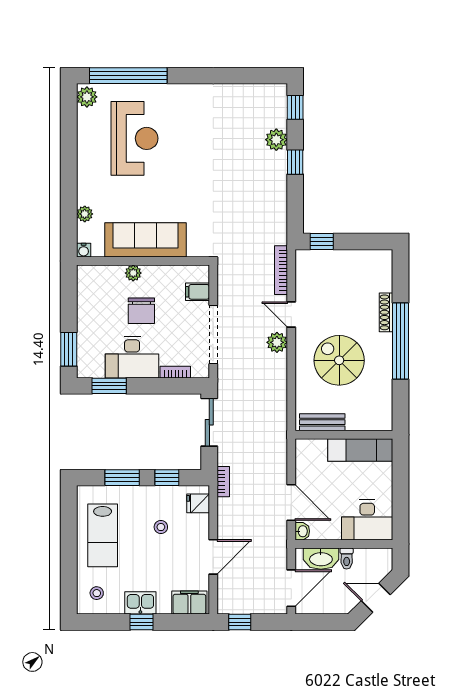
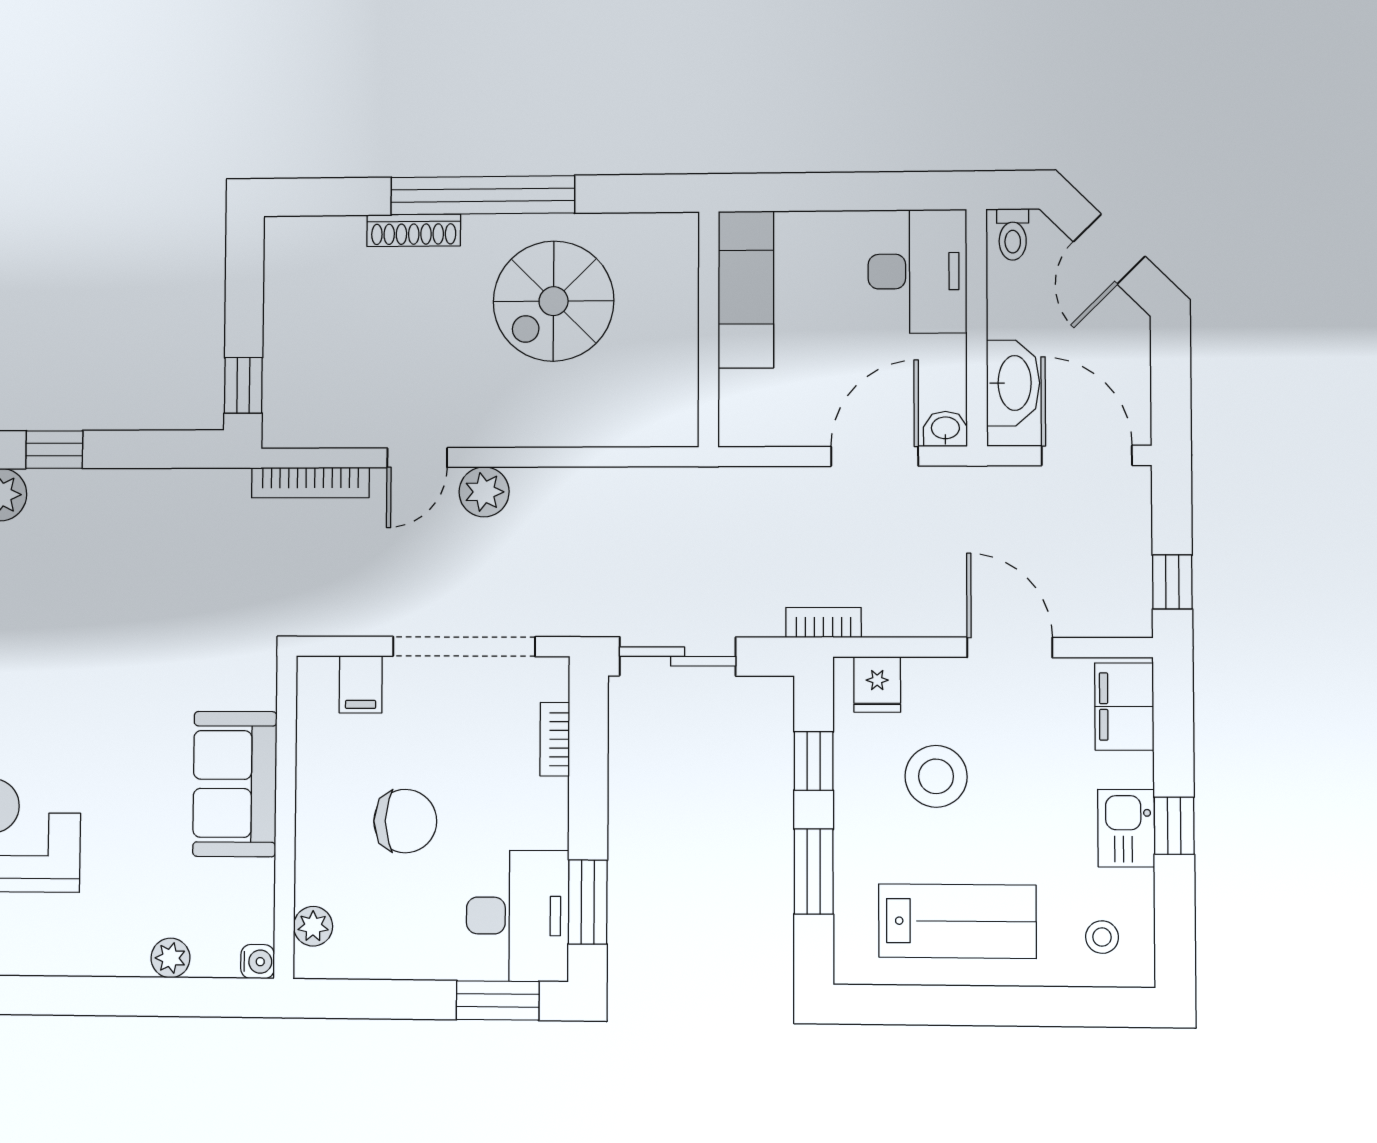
sofa: (146, 240) -> (235, 784), width x0.73
plant: (133, 273) -> (313, 926), moved
desk: (132, 357) -> (518, 916), moved
spiral stairs: (339, 360) -> (554, 301), moved
bench: (322, 422) -> (678, 382), removed
stool: (161, 527) -> (936, 776), width x1.89, depth x1.89
toilet: (347, 559) -> (1013, 234), moved, turned 90

